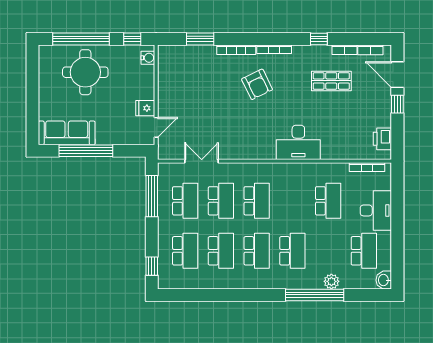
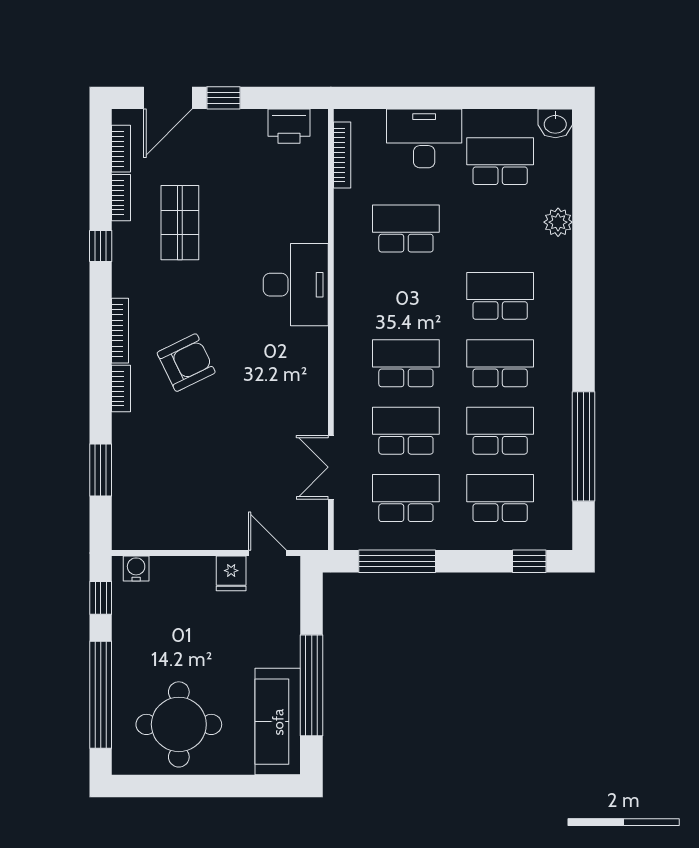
bookcase: (236, 50) -> (121, 389), width x0.64
round table: (85, 72) -> (179, 724), moved
window: (315, 295) -> (583, 446), moved

